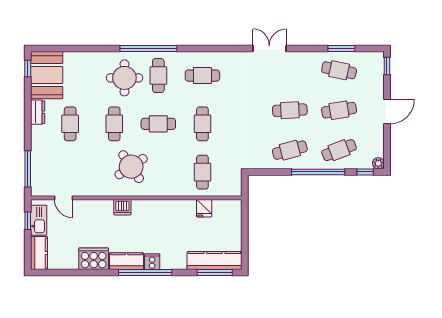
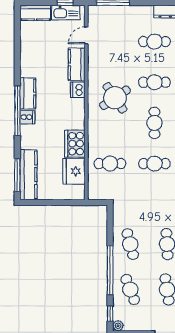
kitchen counter: (95, 208) -> (77, 64), added
fridge: (204, 208) -> (74, 171), width x1.88, depth x1.34
cooker: (94, 259) -> (75, 144), moved, turned 180

